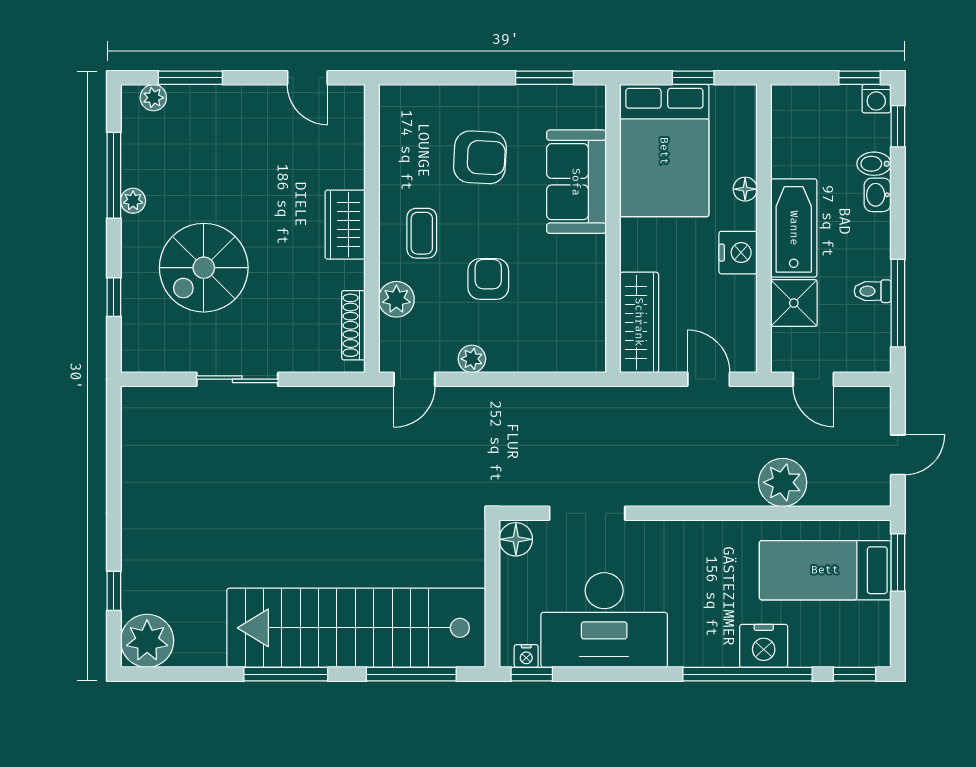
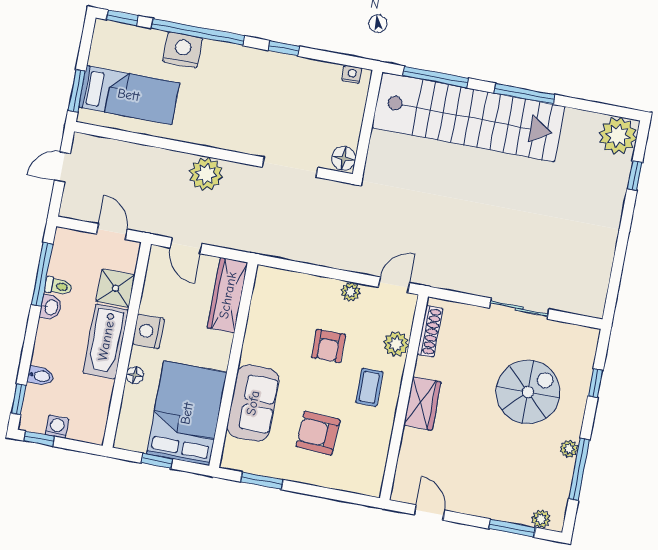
washing machine: (876, 99) -> (57, 427), moved
washbasin: (878, 195) -> (51, 307), moved
plant: (783, 482) -> (206, 174), moved
desk: (604, 620) -> (292, 89), removed
window: (532, 674) -> (284, 48), moved

